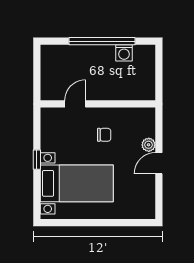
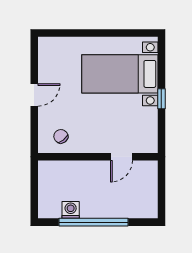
chair: (104, 135) -> (61, 136), moved, turned 52
plant: (149, 145) -> (45, 114), removed

